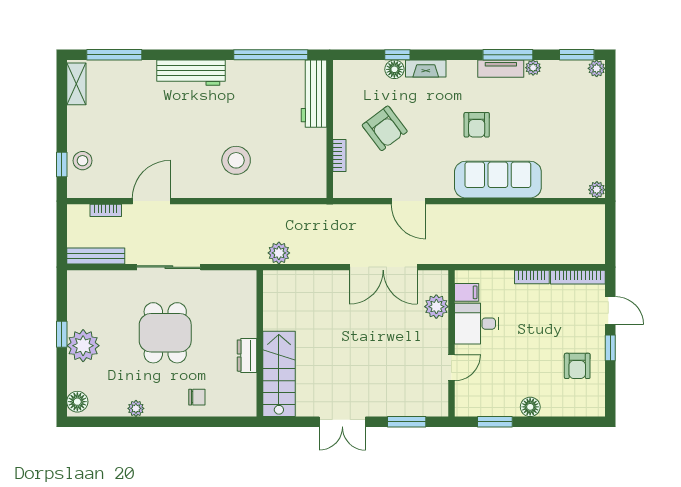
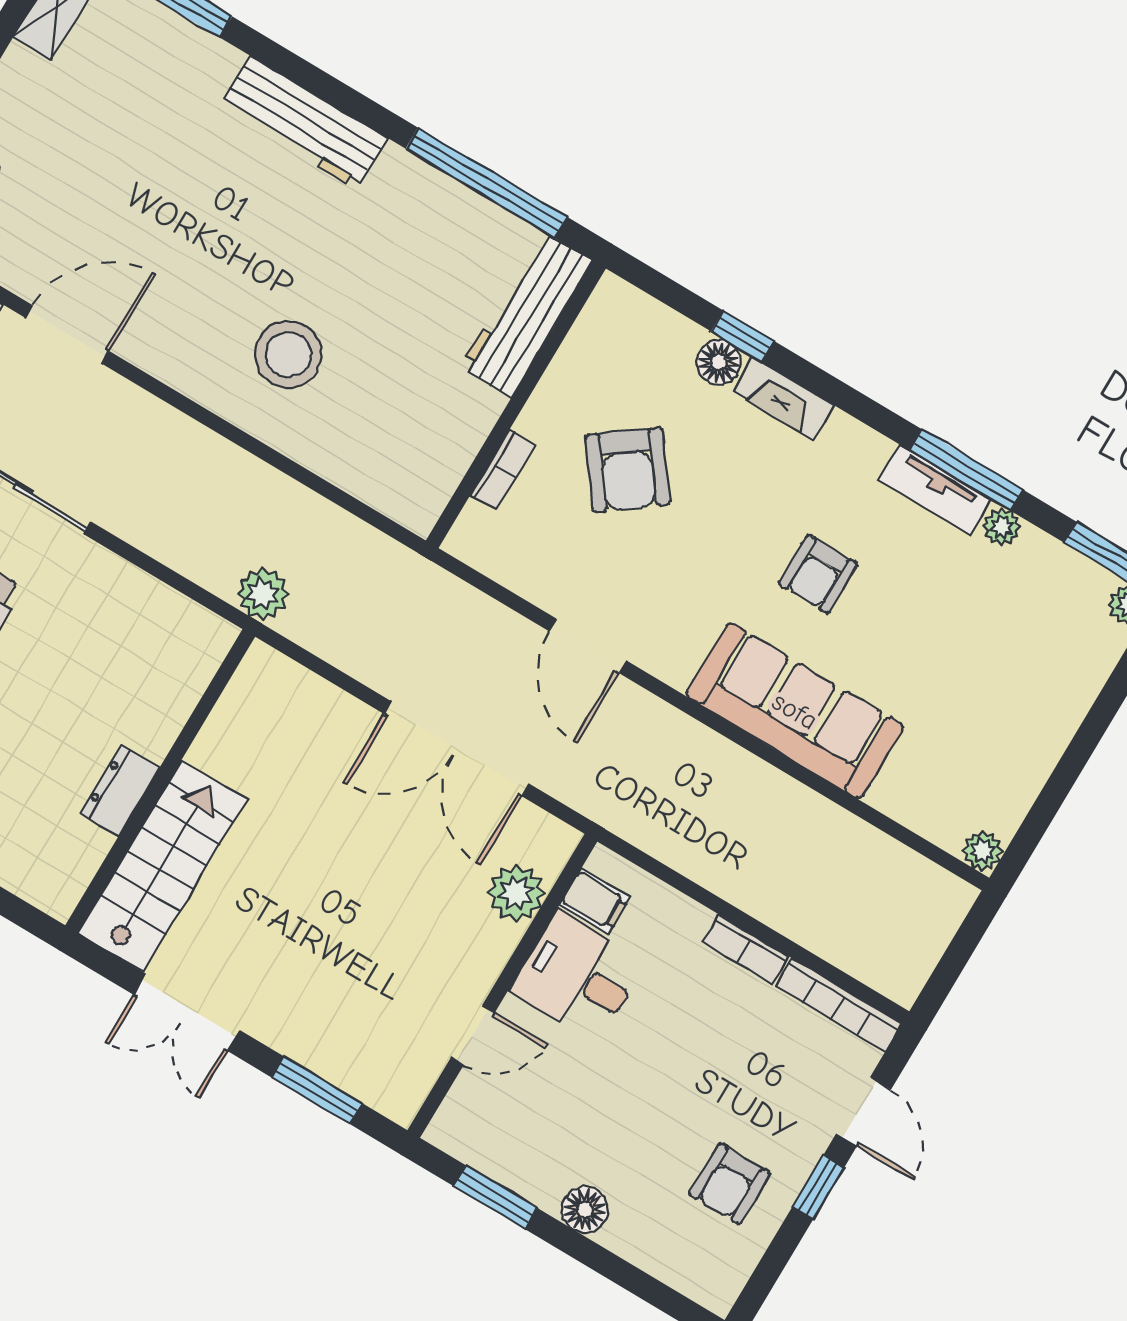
wall: (260, 343) -> (160, 781), moved
dresser: (247, 356) -> (120, 790), moved
stairs: (279, 374) -> (162, 866), moved

